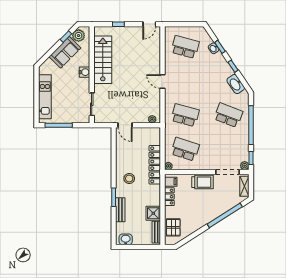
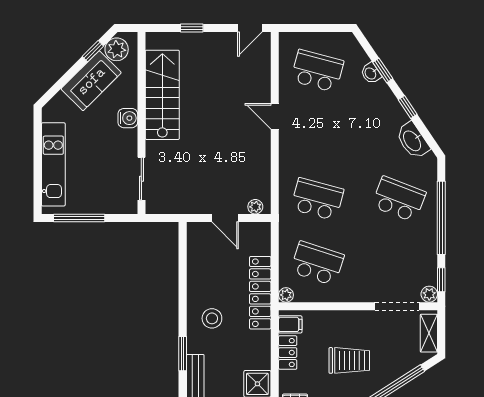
door: (163, 82) -> (275, 116), moved
door: (125, 125) -> (225, 218), moved
trolley: (203, 182) -> (349, 360), moved

